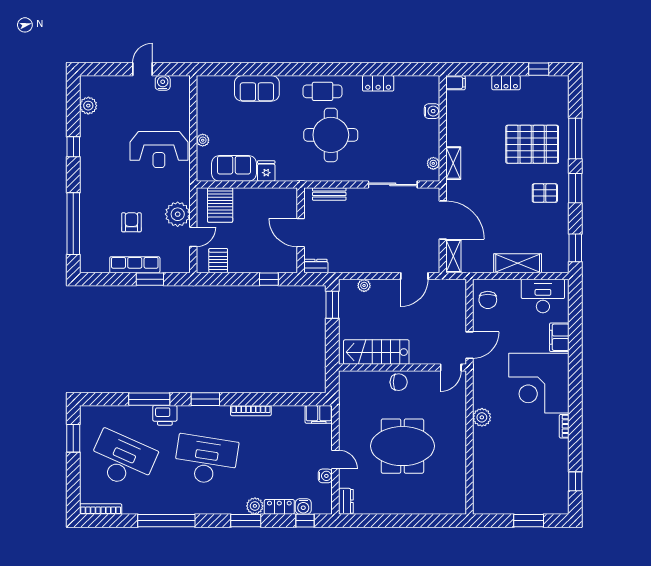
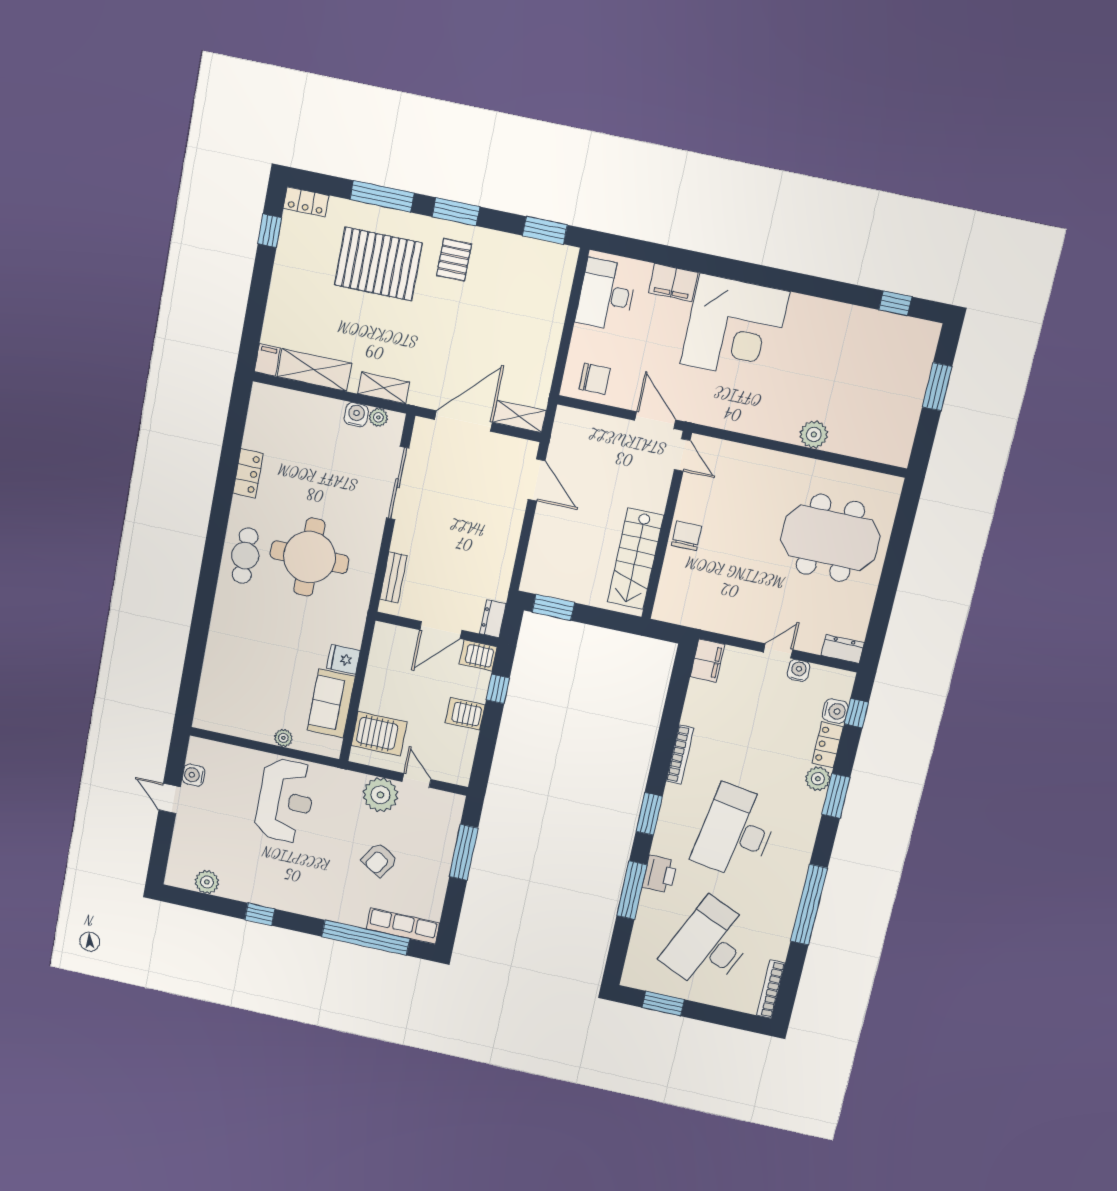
locker: (506, 83) -> (306, 202), moved, turned 90
sofa: (257, 88) -> (224, 647), removed
water cooler: (432, 111) -> (356, 415), moved
pallet: (532, 144) -> (378, 264), turned 90
armchair: (131, 222) -> (379, 860), turned -58
server rack: (218, 261) -> (465, 714), moved
server rack: (289, 261) -> (478, 655), added
shelving: (518, 263) -> (314, 370), moved, turned 90
row of seats: (135, 265) -> (403, 926), moved, turned 90
window: (150, 279) -> (464, 852), width x1.44
plant: (364, 285) -> (535, 556), removed
plant: (482, 417) -> (814, 434), moved
bookcase: (564, 426) -> (808, 303), removed
meeting table: (402, 446) -> (830, 538), moved, turned 90

